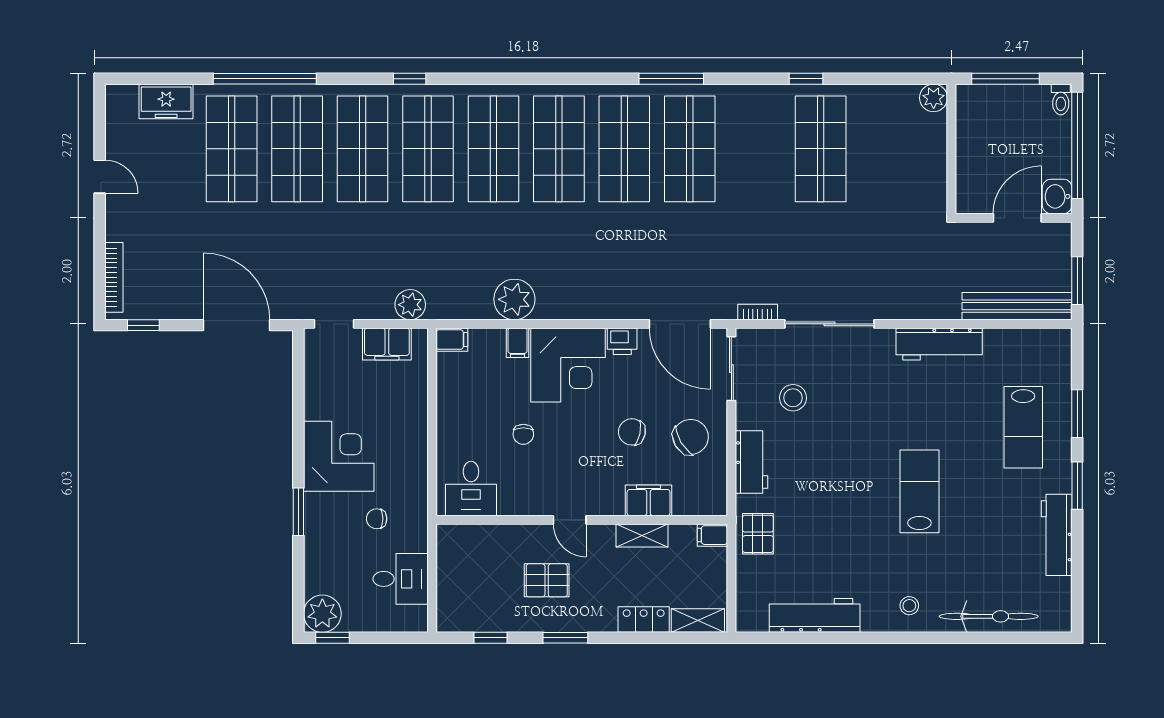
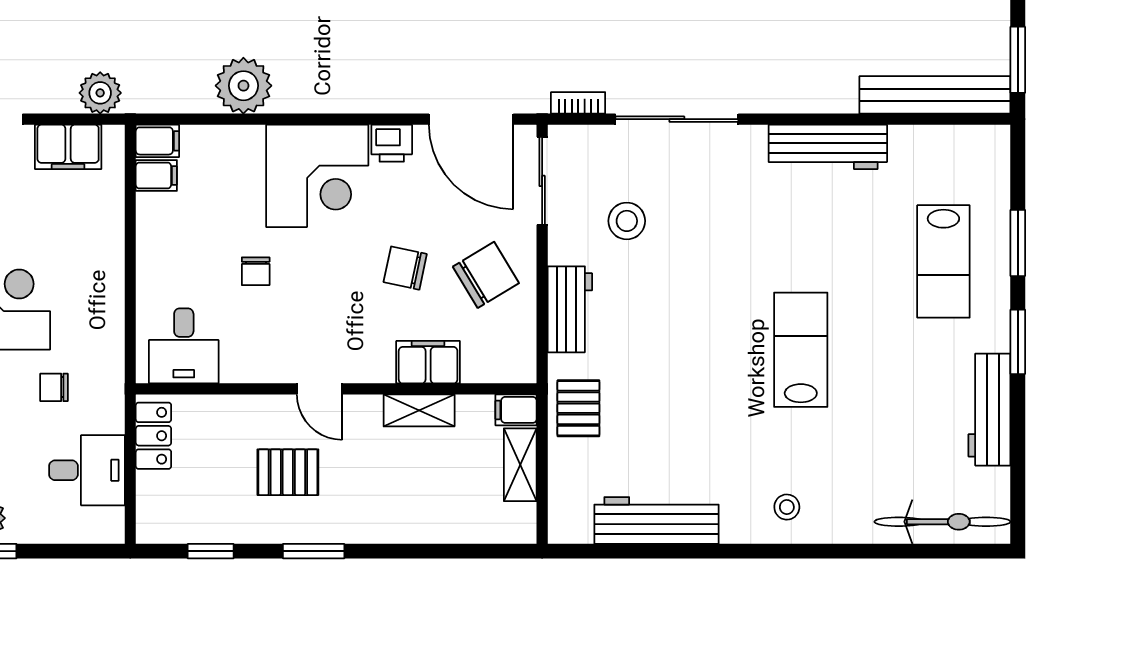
filing cabinet: (517, 343) -> (156, 176), moved, turned -90
bicycle: (989, 616) -> (942, 522), moved
locker: (644, 620) -> (153, 436), moved, turned 90
shelving: (698, 620) -> (520, 465), moved, turned 90

